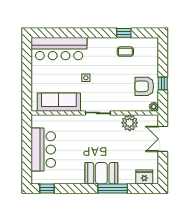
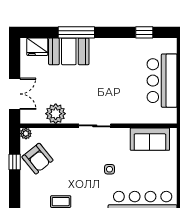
armchair: (144, 86) -> (37, 159), turned 51
sofa: (59, 102) -> (150, 139), width x0.73
booth: (101, 173) -> (69, 51), moved
window: (47, 189) -> (144, 32), moved

